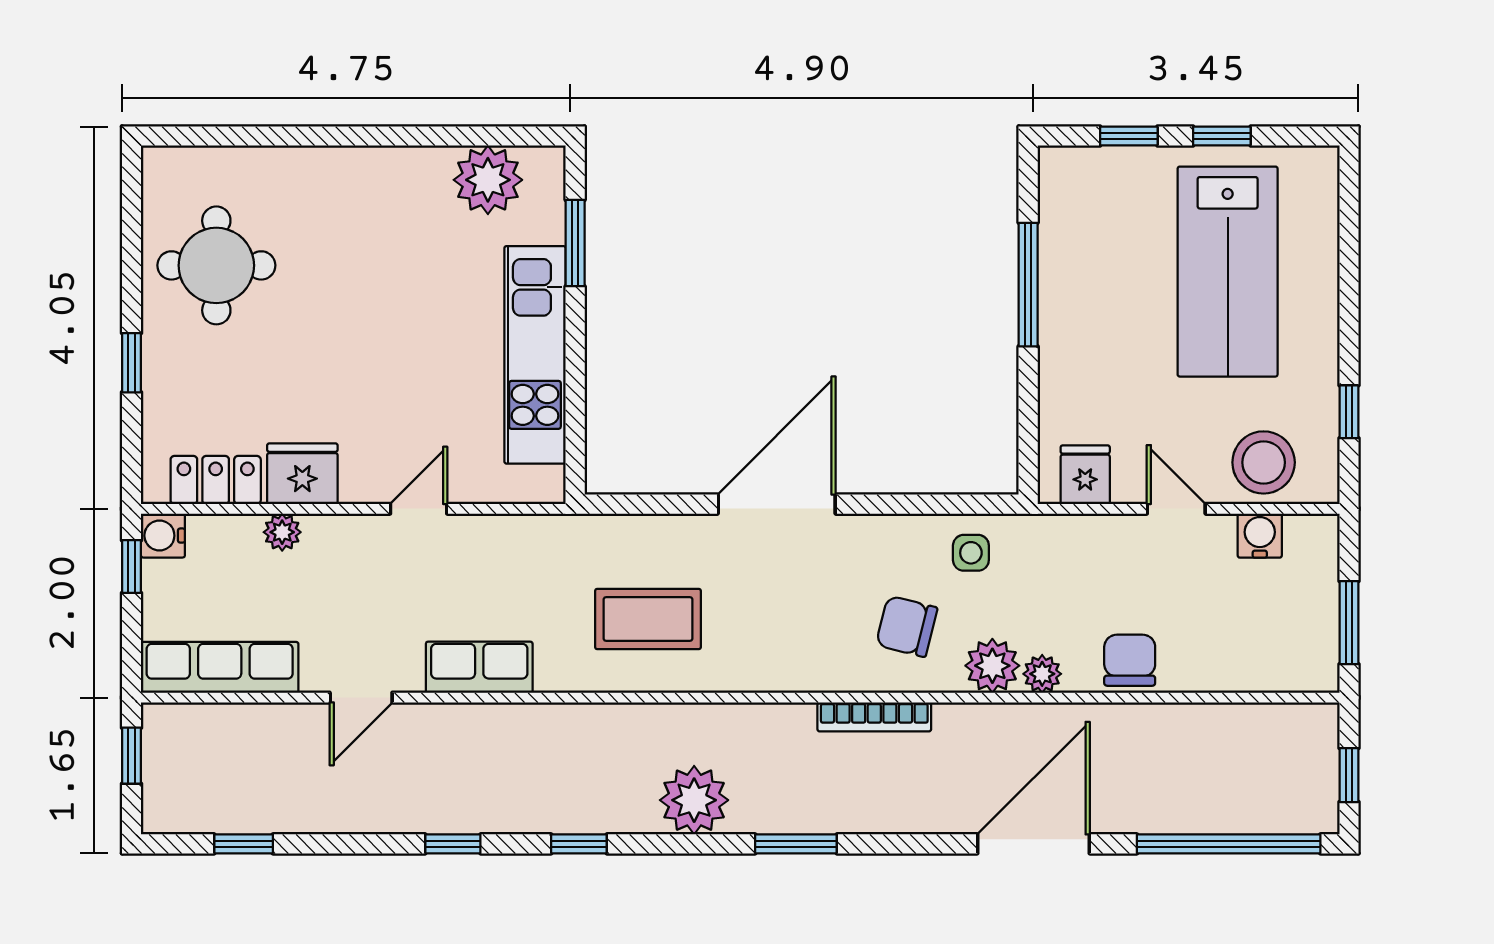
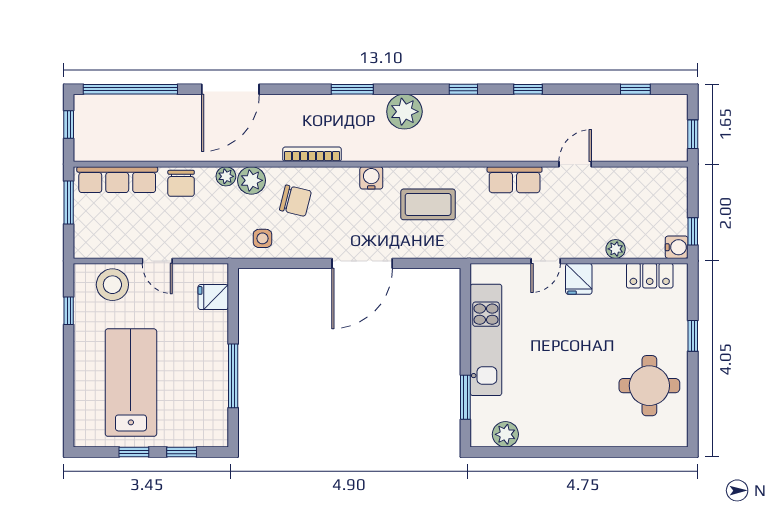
plant: (488, 180) -> (505, 434), width x0.73, depth x0.73
fridge: (302, 474) -> (579, 279), moved, width x0.72
fridge: (1085, 475) -> (213, 297), moved, turned 90
water cooler: (1260, 536) -> (371, 178), moved, turned 180
row of seats: (220, 667) -> (117, 180), moved

